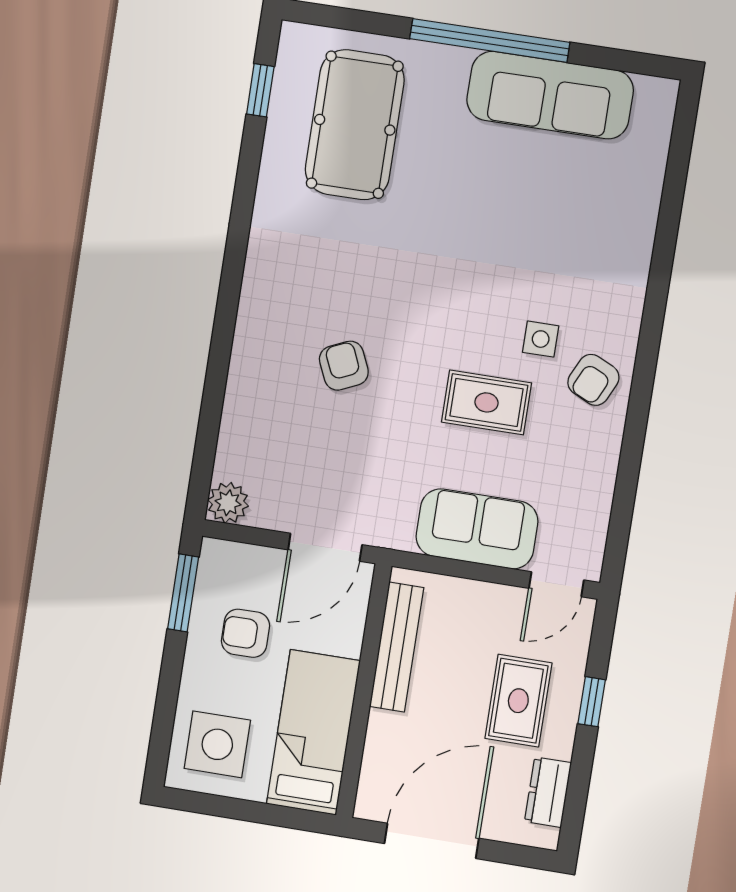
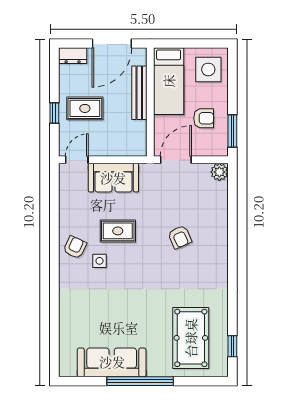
bench: (397, 647) -> (139, 93), moved
rug: (518, 701) -> (85, 108), turned 90
dresser: (548, 792) -> (73, 56), moved, turned 90

